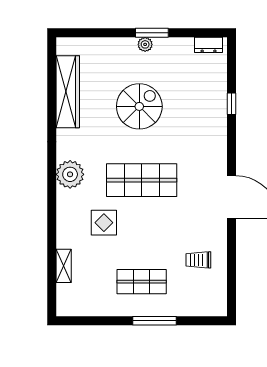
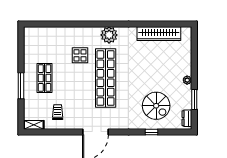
window: (152, 33) -> (194, 99), moved
spiral stairs: (139, 106) -> (156, 106), moved
shop shelf: (142, 180) -> (106, 78), width x1.40
shelving: (64, 266) -> (34, 125), moved

